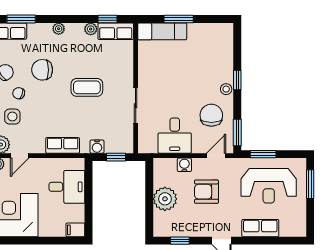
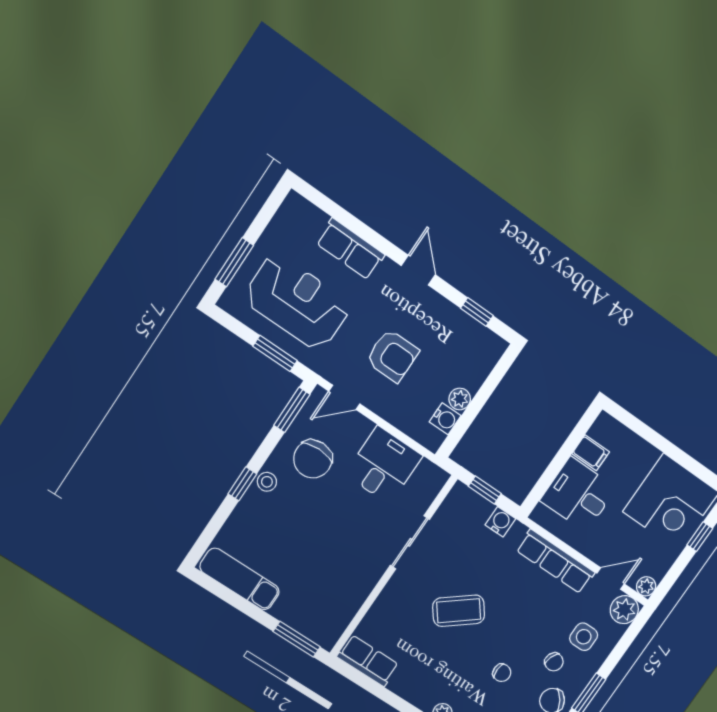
window: (108, 19) -> (368, 684), removed
window: (179, 19) -> (297, 639), moved
plant: (91, 29) -> (400, 685), removed
exam couch: (162, 31) -> (240, 579), moved
chair: (42, 70) -> (502, 673), width x0.54, depth x0.54
coffee table: (87, 87) -> (459, 611), turned -38
row of seats: (63, 145) -> (556, 561), width x1.48
water cooler: (184, 165) -> (445, 419), moved, turned -90
plant: (165, 199) -> (460, 399), width x0.53, depth x0.53
filing cabinet: (75, 230) -> (591, 453), moved

